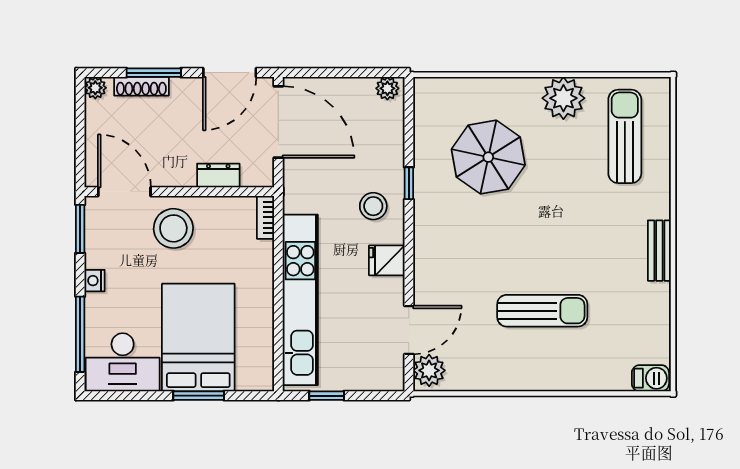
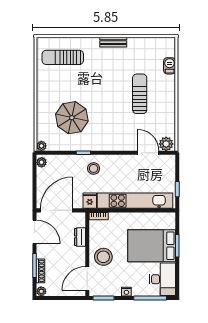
plant: (563, 98) -> (41, 146), moved, width x0.53, depth x0.53
fridge: (387, 260) -> (90, 201), moved, turned 180
barbecue: (650, 378) -> (170, 66), moved

